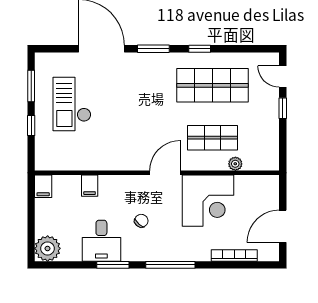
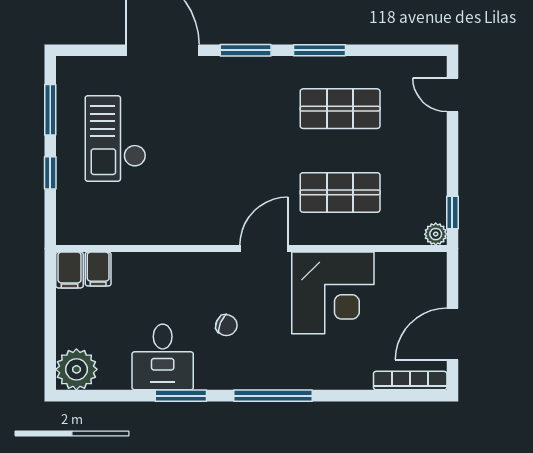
window: (200, 49) -> (320, 50), width x1.50
shop shelf: (212, 85) -> (340, 109), width x0.70, depth x0.74
window: (283, 108) -> (452, 213), moved
plant: (235, 164) -> (436, 234), moved
filing cabinet: (90, 186) -> (98, 269), moved
chair: (141, 221) -> (226, 325), turned 71
bookcase: (234, 255) -> (410, 381), moved

